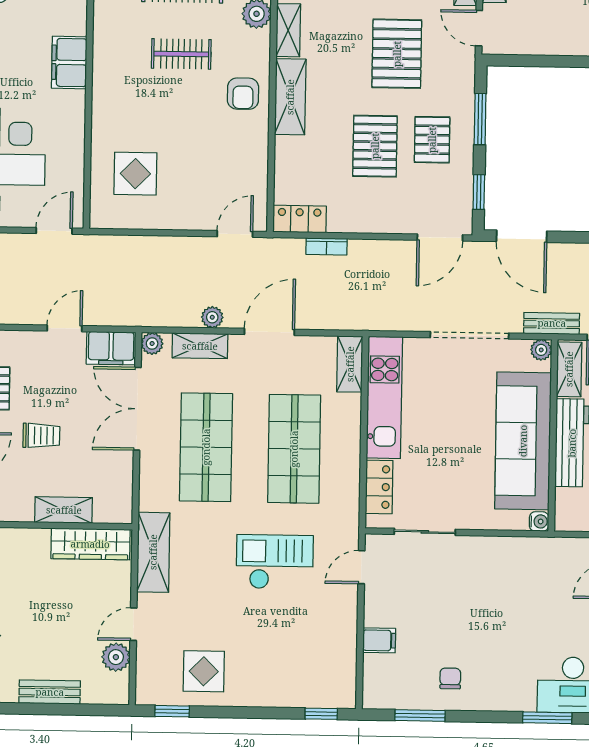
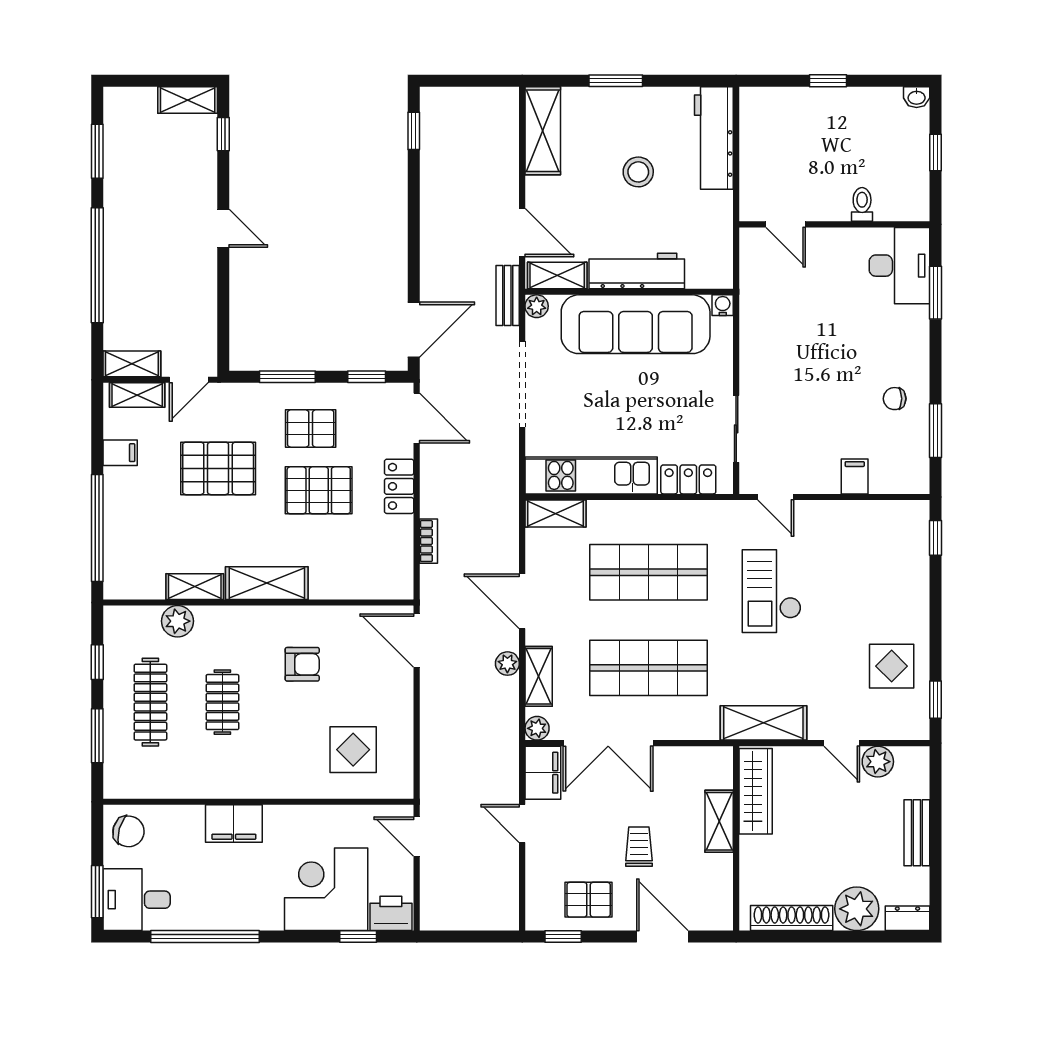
armchair: (243, 94) -> (302, 664), moved
locker: (300, 219) -> (399, 486), moved
door: (235, 234) -> (417, 641), width x1.38

